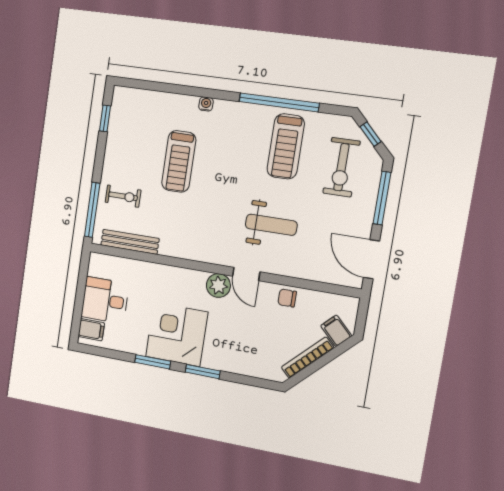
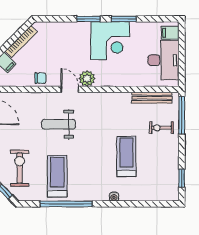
desk: (105, 300) -> (163, 60), width x1.37

